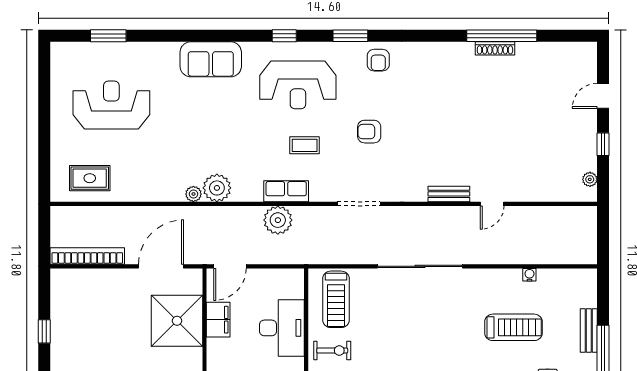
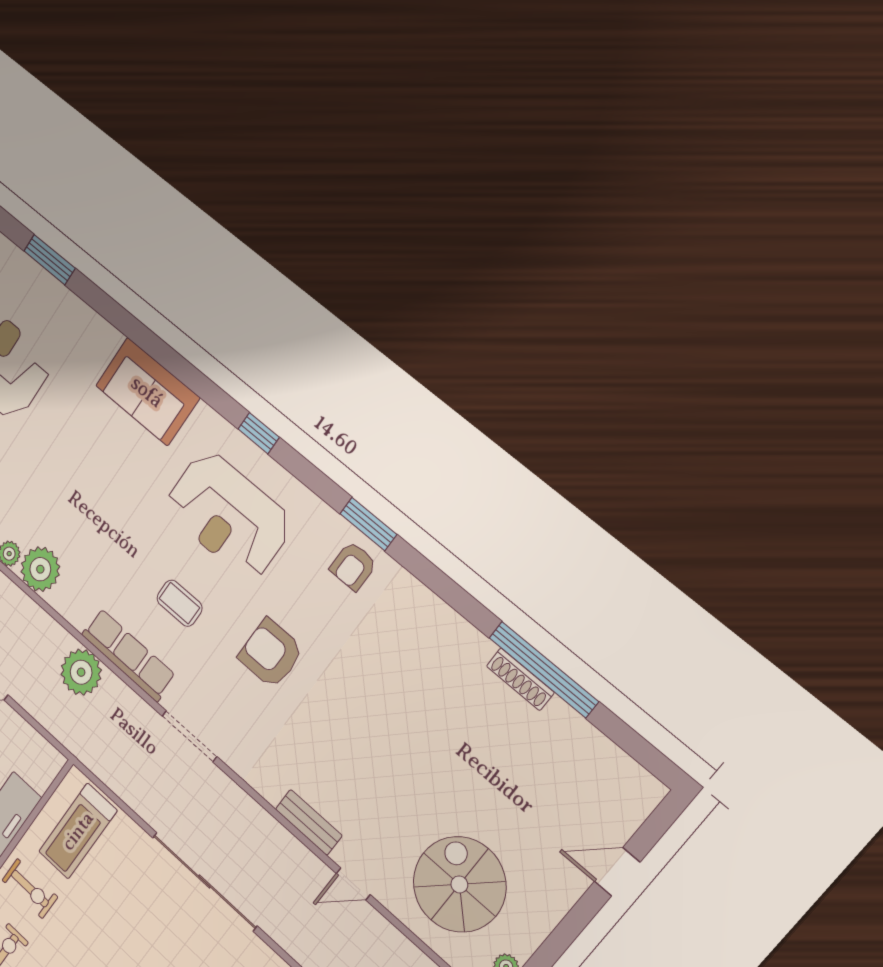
window: (350, 36) -> (368, 524), moved
armchair: (369, 132) -> (271, 653), width x1.38, depth x1.38
window: (603, 144) -> (563, 937), removed
spiral stairs: (540, 161) -> (459, 884), added
row of seats: (286, 191) -> (128, 655), width x1.48

